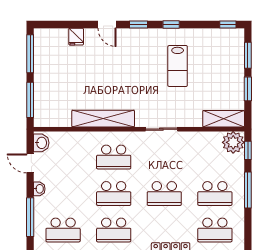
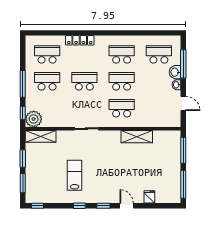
shelving: (103, 119) -> (137, 137), width x0.68
washbasin: (41, 143) -> (175, 72), moved

